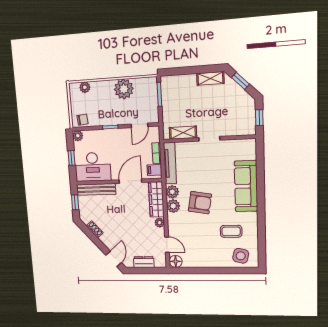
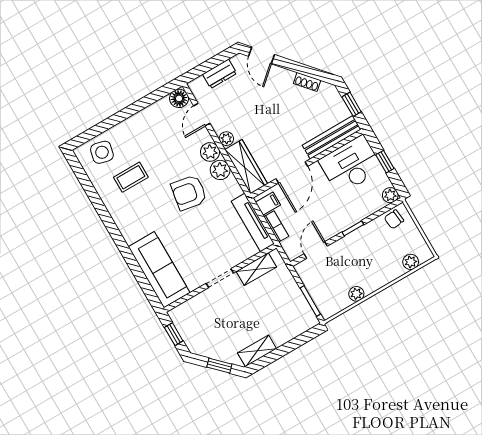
plant: (124, 89) -> (356, 294), width x0.53, depth x0.53
sofa: (246, 186) -> (159, 270), moved
plant: (172, 192) -> (210, 152), moved
door: (167, 245) -> (202, 115), hinge flipped

